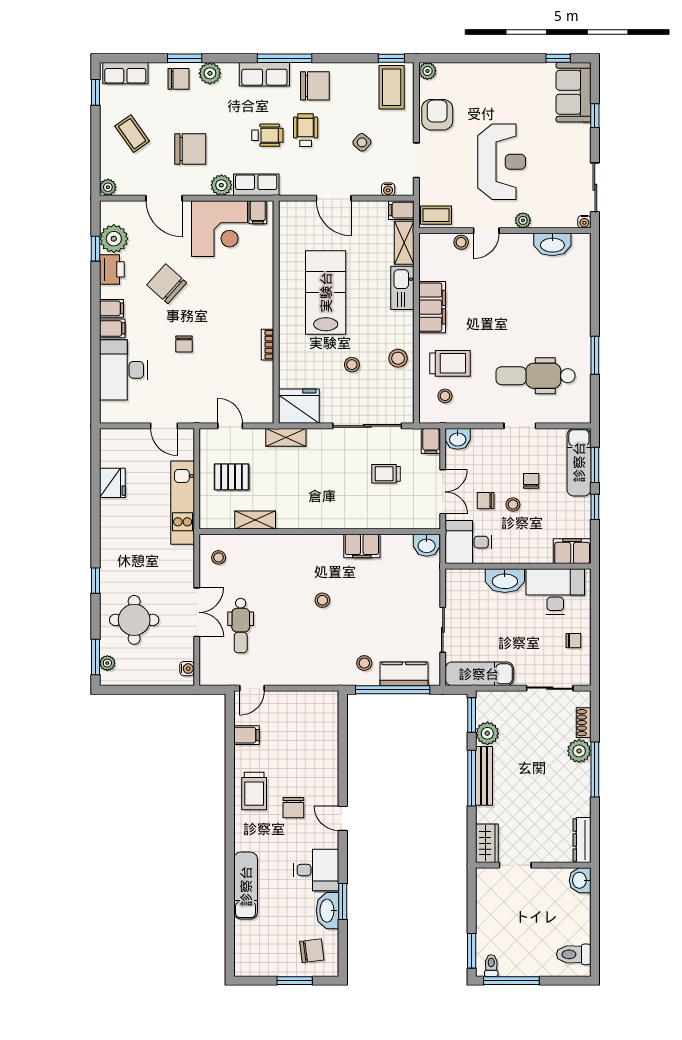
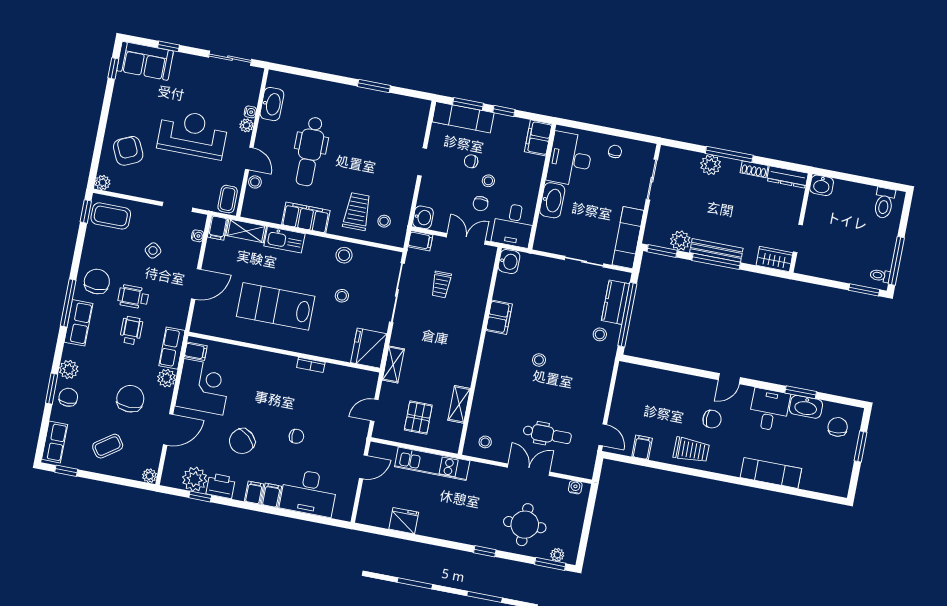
armchair: (437, 115) -> (128, 151), moved, turned 65
water cooler: (584, 222) -> (250, 112), moved
dental chair: (535, 376) -> (310, 151), moved
shoe rack: (584, 723) -> (754, 169), moved

